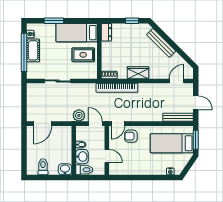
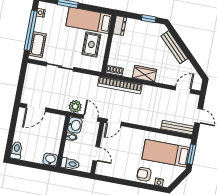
cot: (33, 50) -> (38, 45), moved
rug: (83, 55) -> (91, 44), turned 90
armchair: (131, 136) -> (144, 174), moved
washbasin: (82, 157) -> (75, 125), moved
toilet: (43, 167) -> (16, 150), moved

